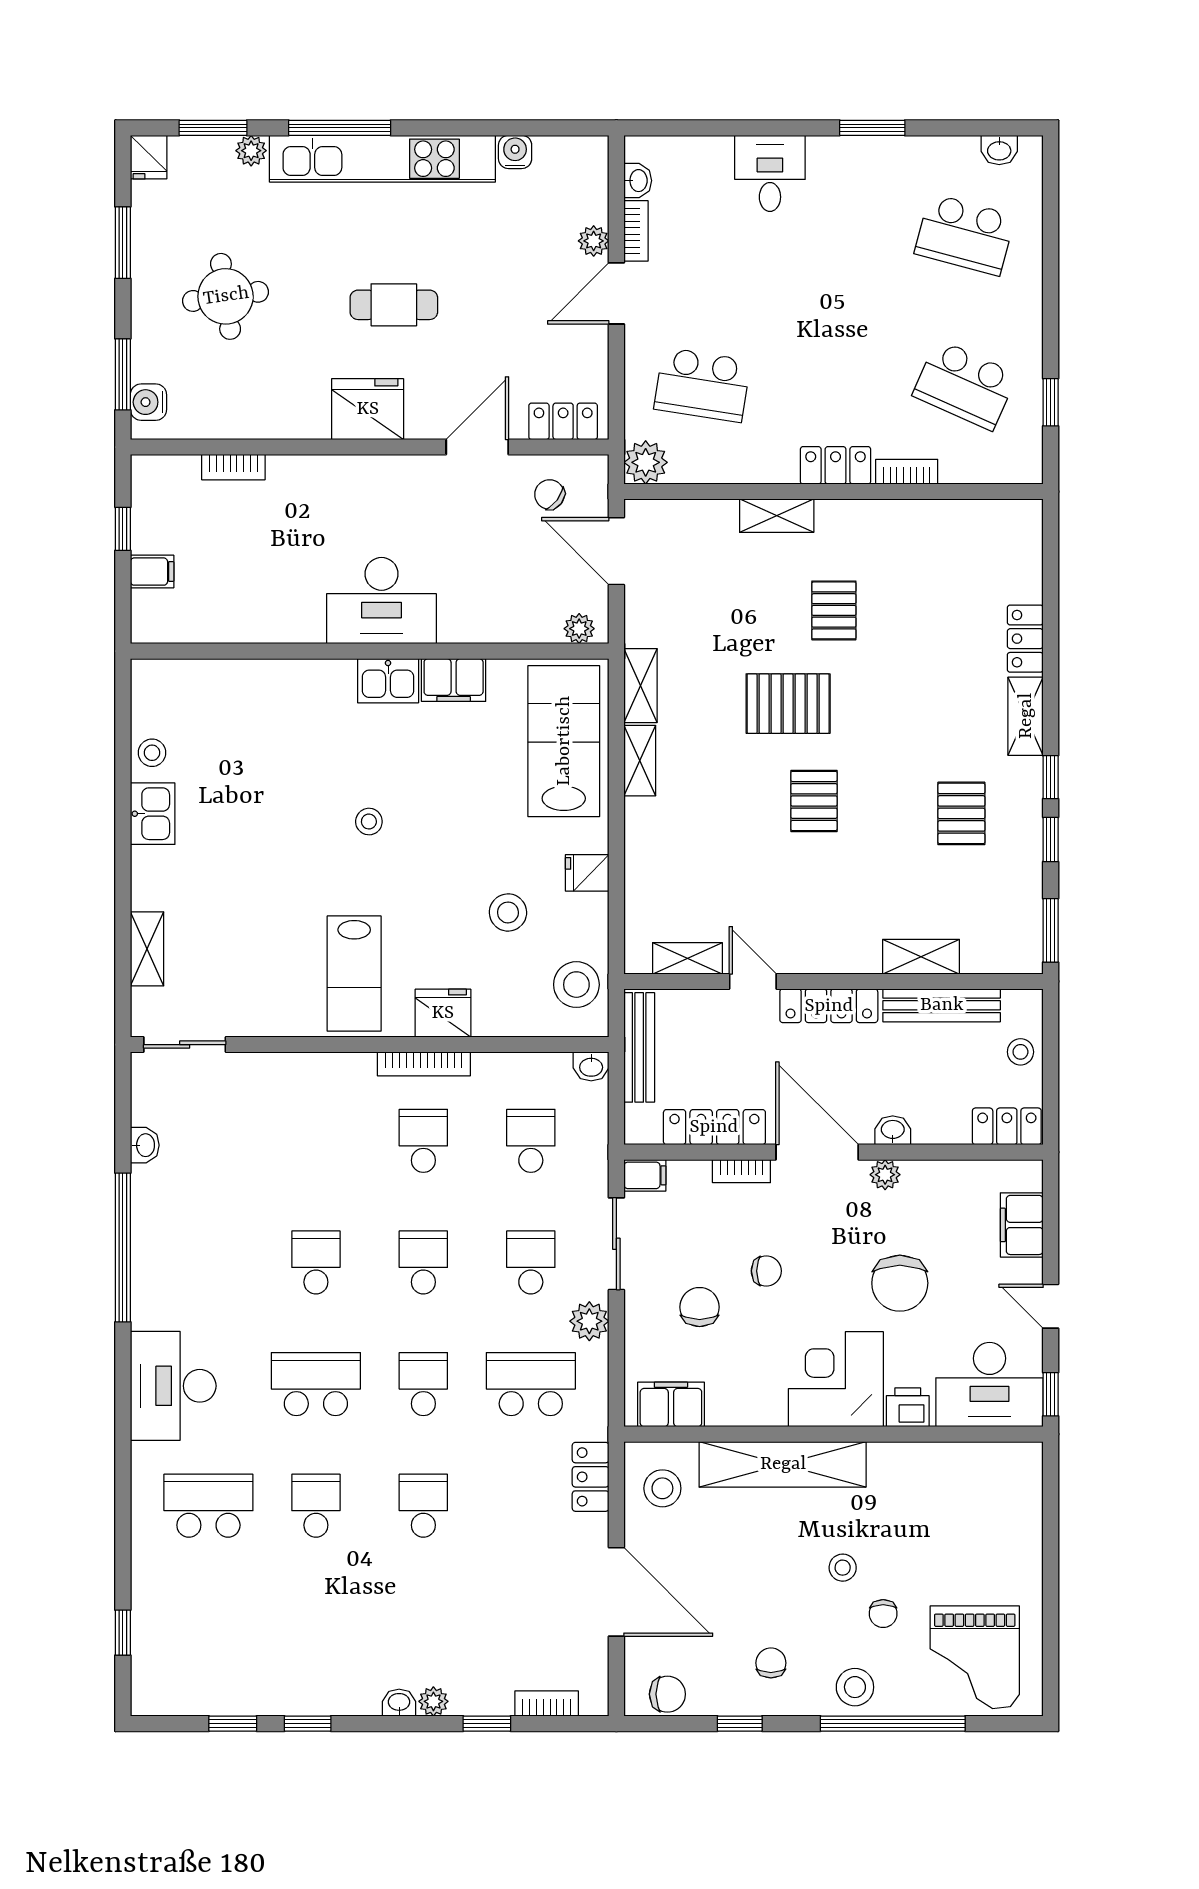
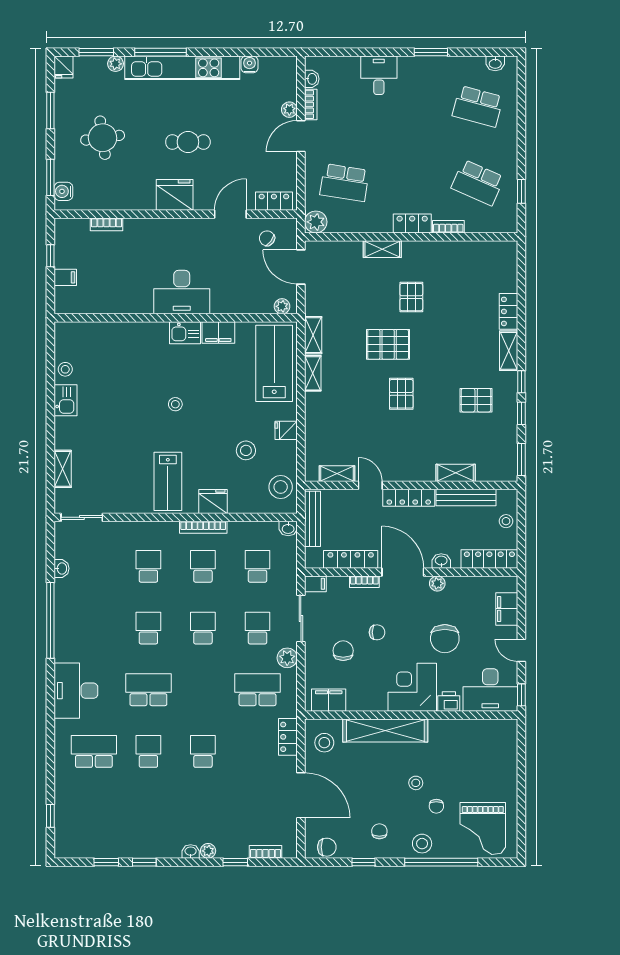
pallet: (961, 813) -> (476, 400), turned 90
locker: (1007, 1126) -> (489, 559), width x1.53
school desk: (423, 1384) -> (148, 566), moved

